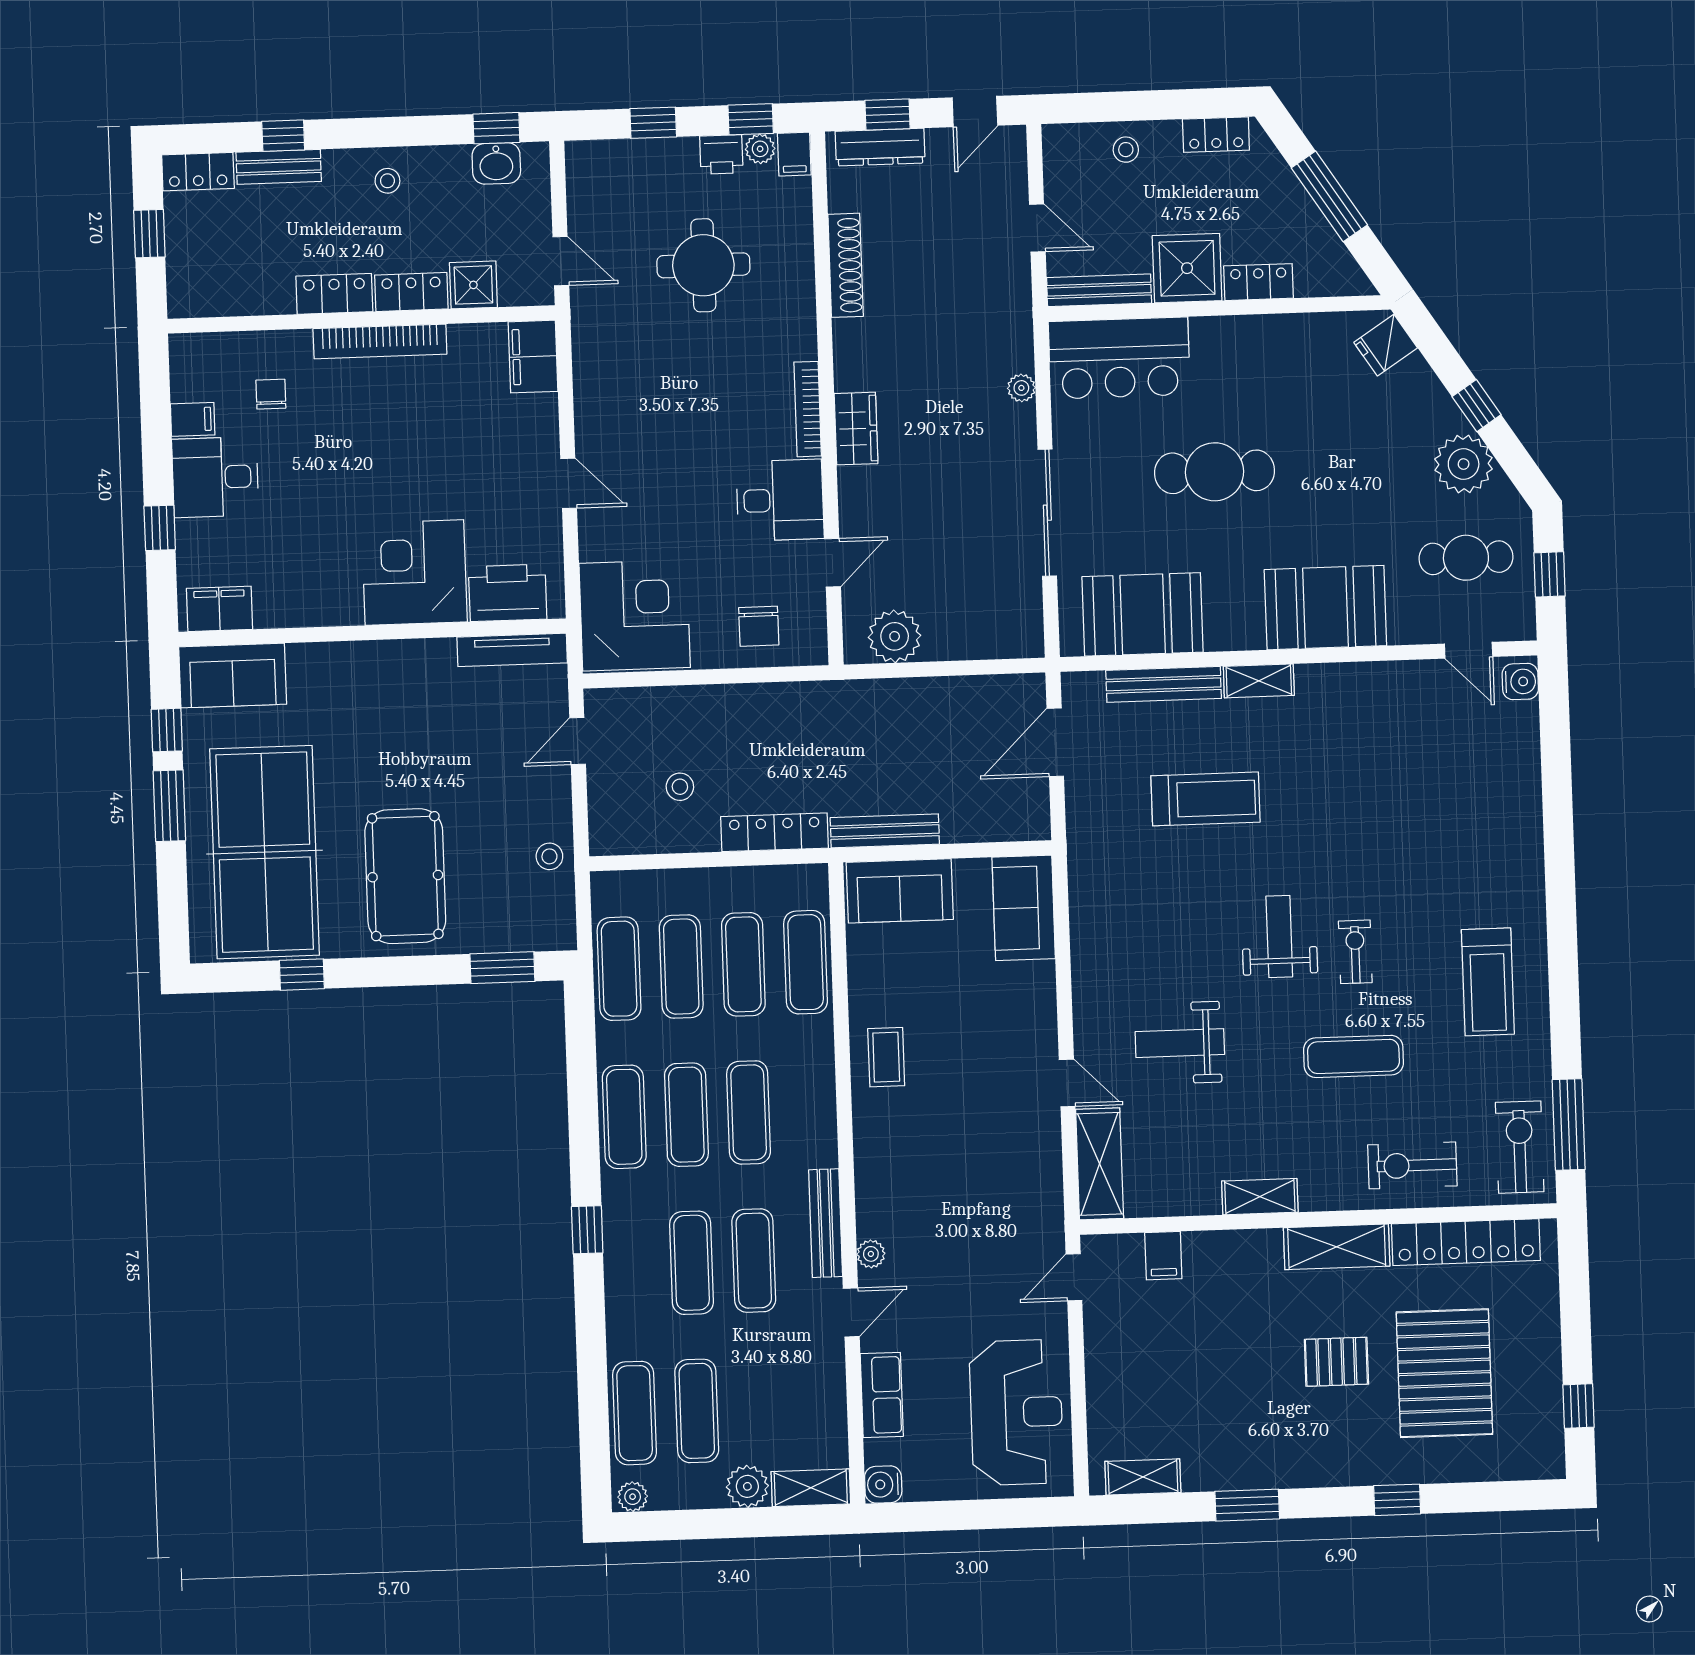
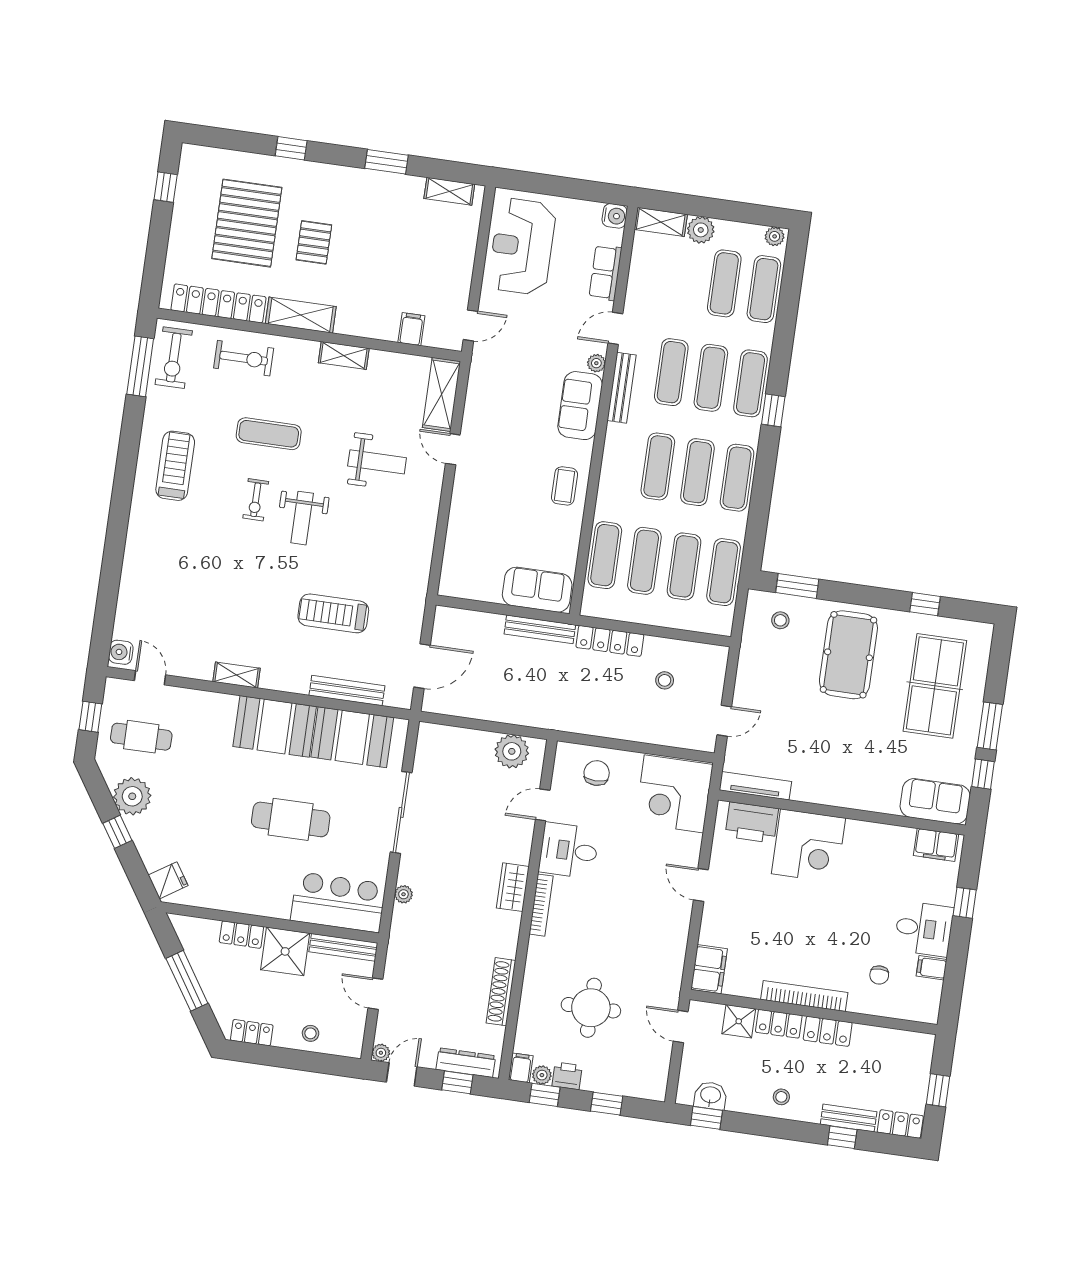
plant: (1013, 139) -> (381, 1053), added
booth: (1325, 608) -> (275, 726), moved
shelving: (1259, 681) -> (236, 675), moved
table tennis table: (265, 852) -> (935, 686), width x0.73, depth x0.76
stool: (549, 856) -> (780, 620), moved
sofa: (1024, 908) -> (580, 406), moved, turned 180
exercise mat: (629, 1265) -> (750, 383), added
pallet: (1336, 1362) -> (314, 242), turned 90

